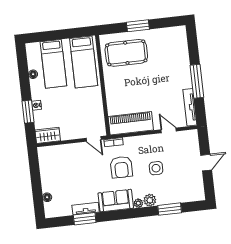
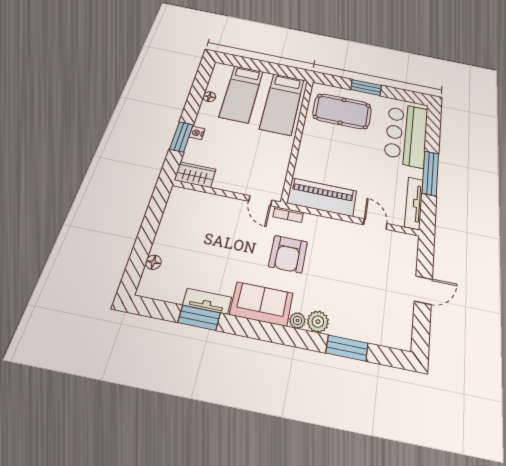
bar counter: (175, 56) -> (406, 134), added
side table: (156, 168) -> (342, 273), removed

